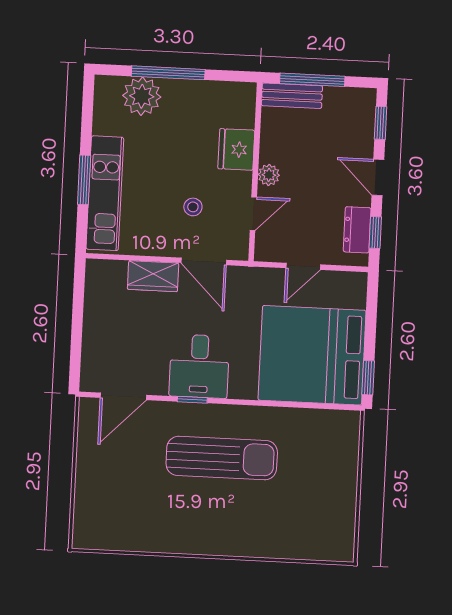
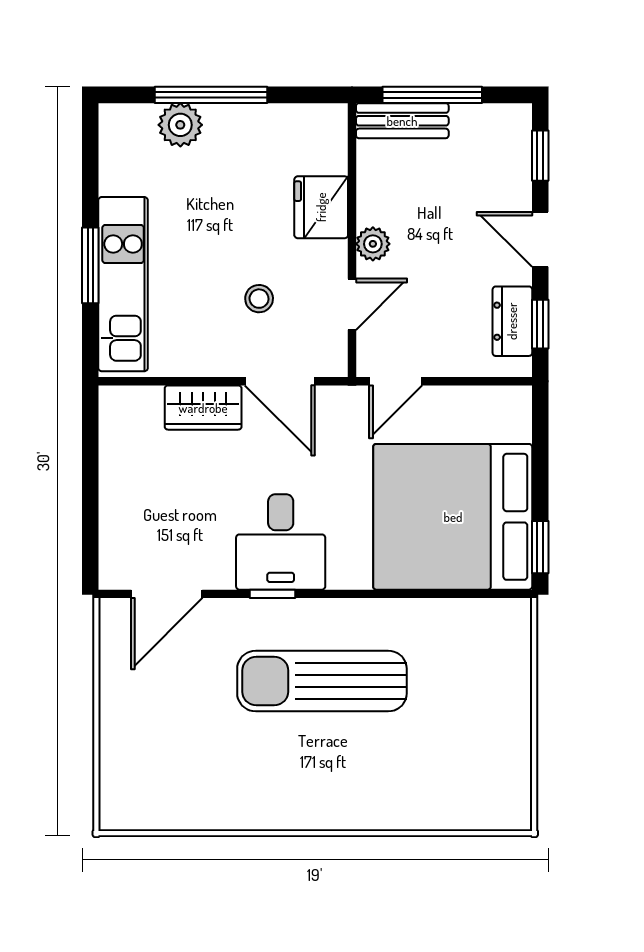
plant: (142, 96) -> (180, 125), width x0.73, depth x0.73
door: (303, 266) -> (396, 381), moved
sun lounger: (222, 458) -> (322, 681), turned 180

